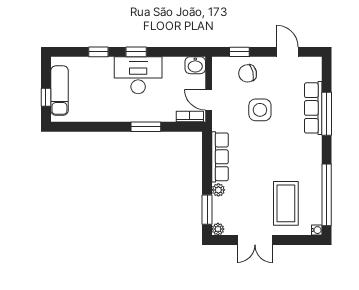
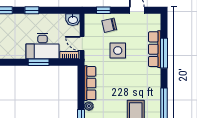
desk: (138, 75) -> (43, 46), moved, turned 180

